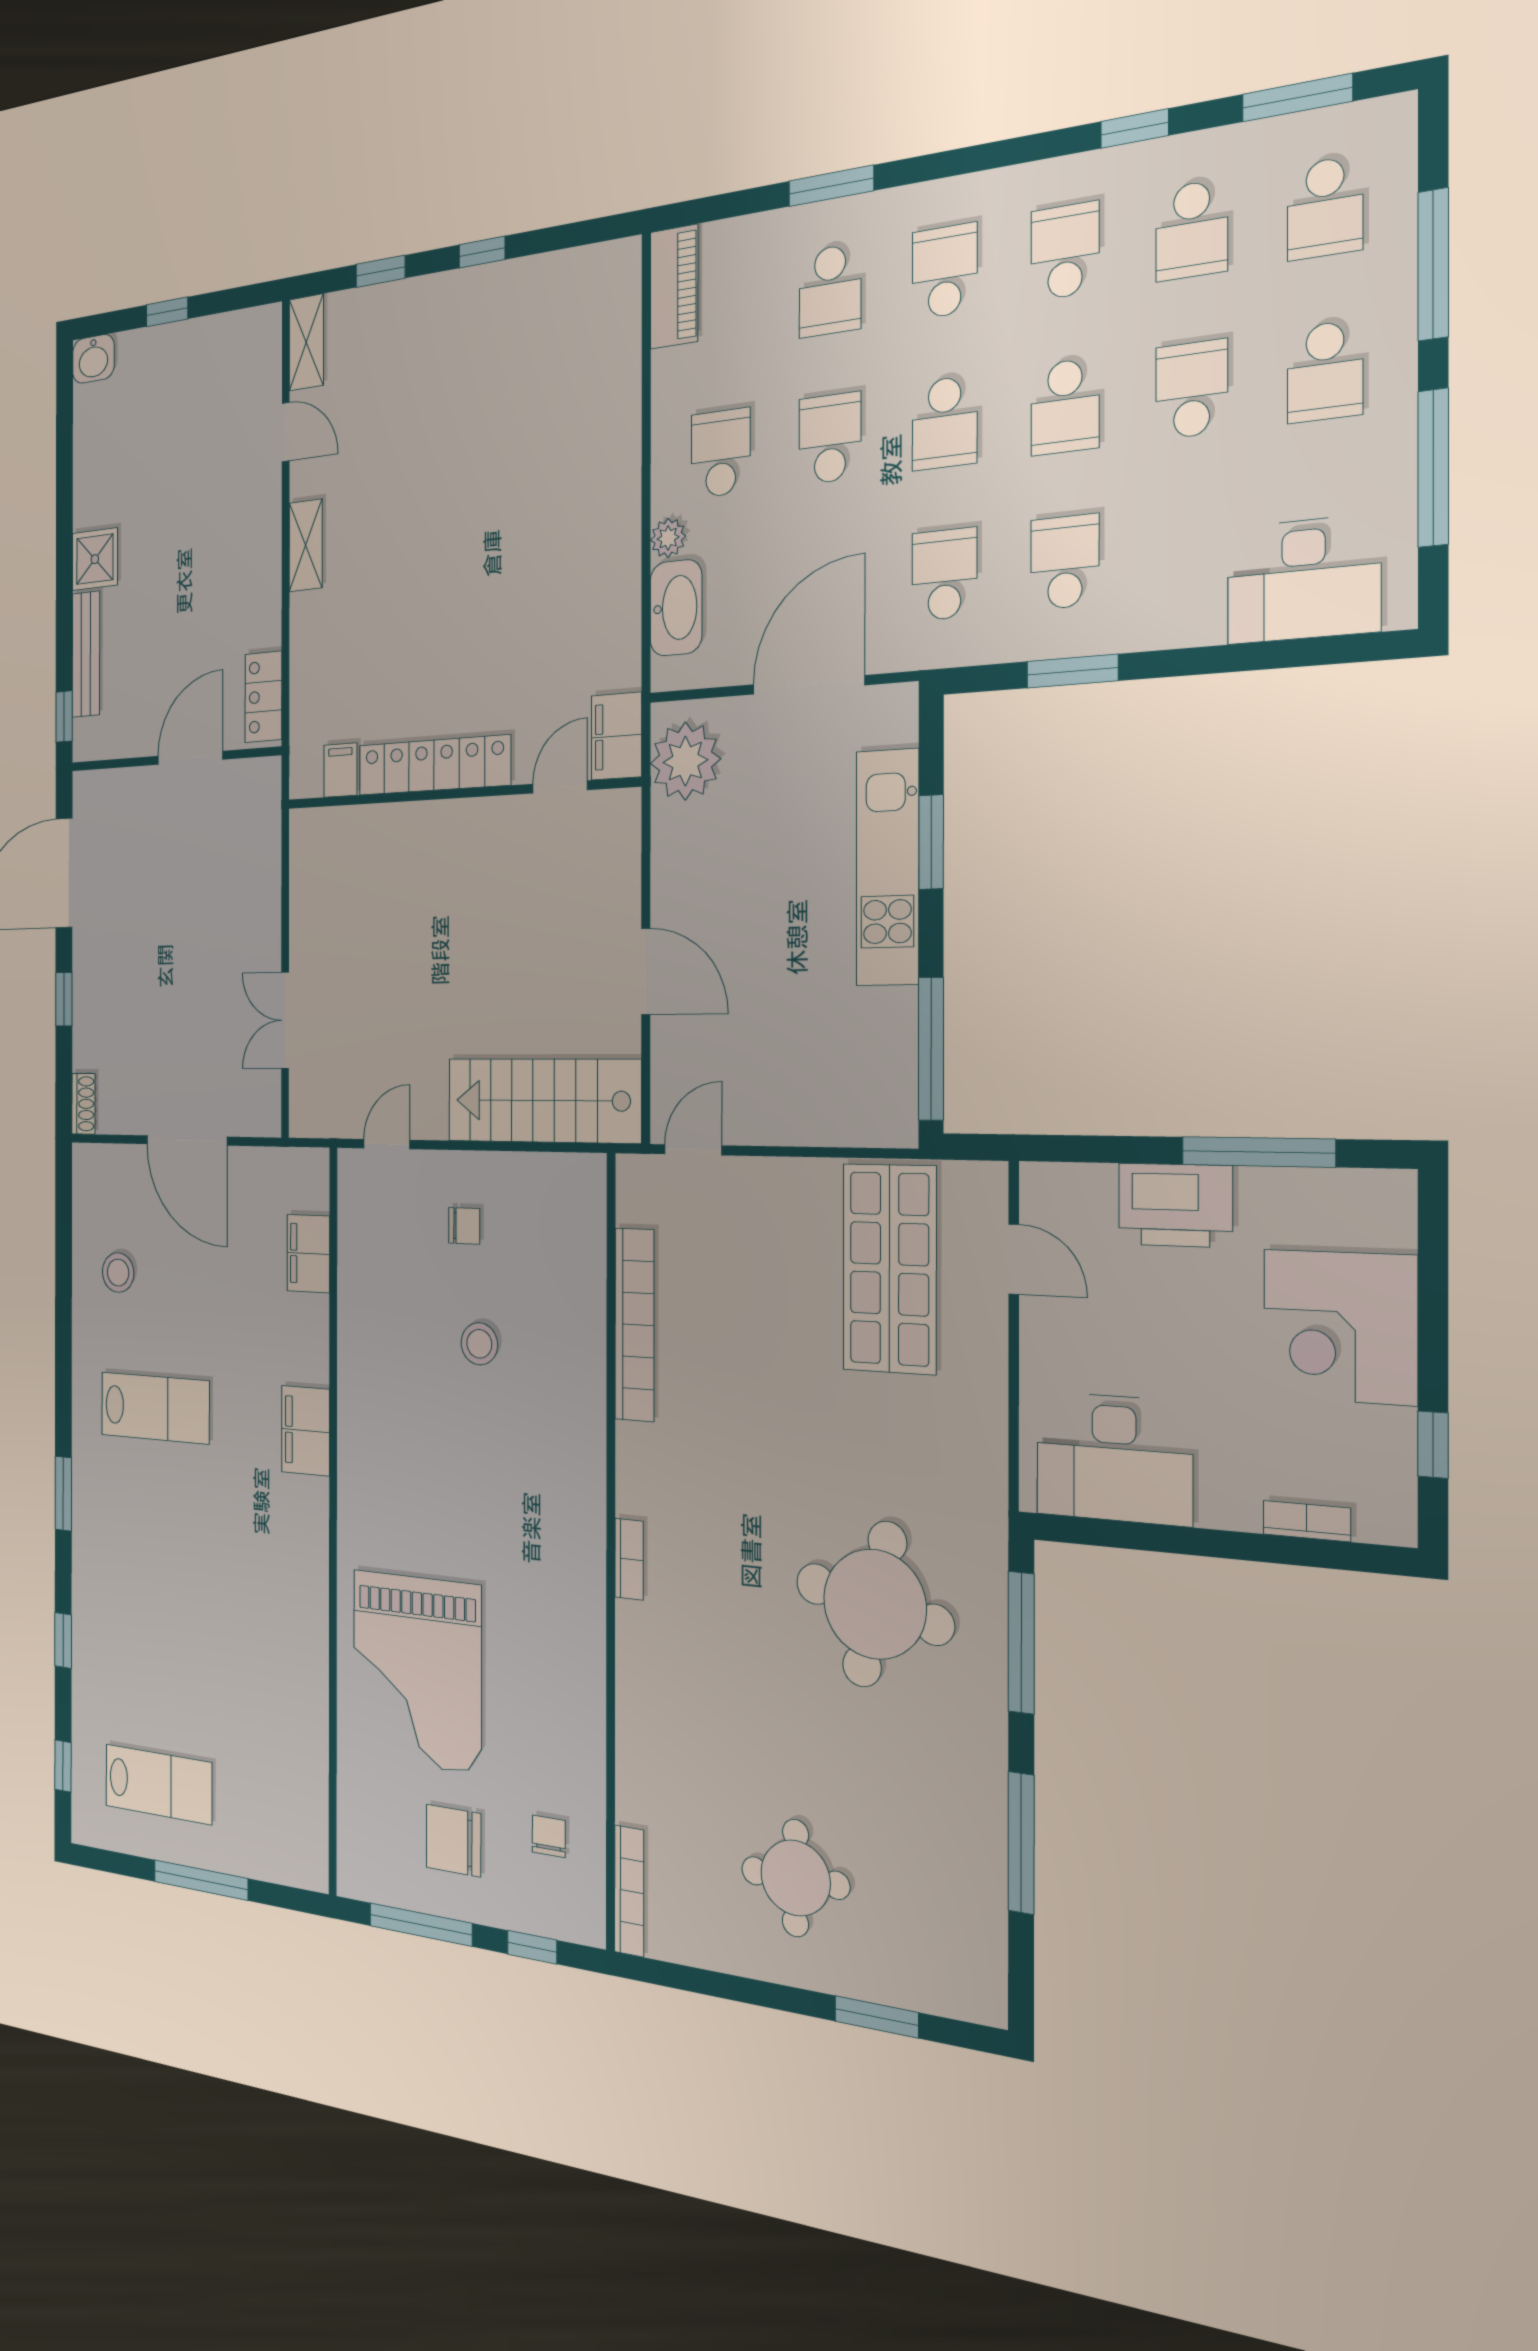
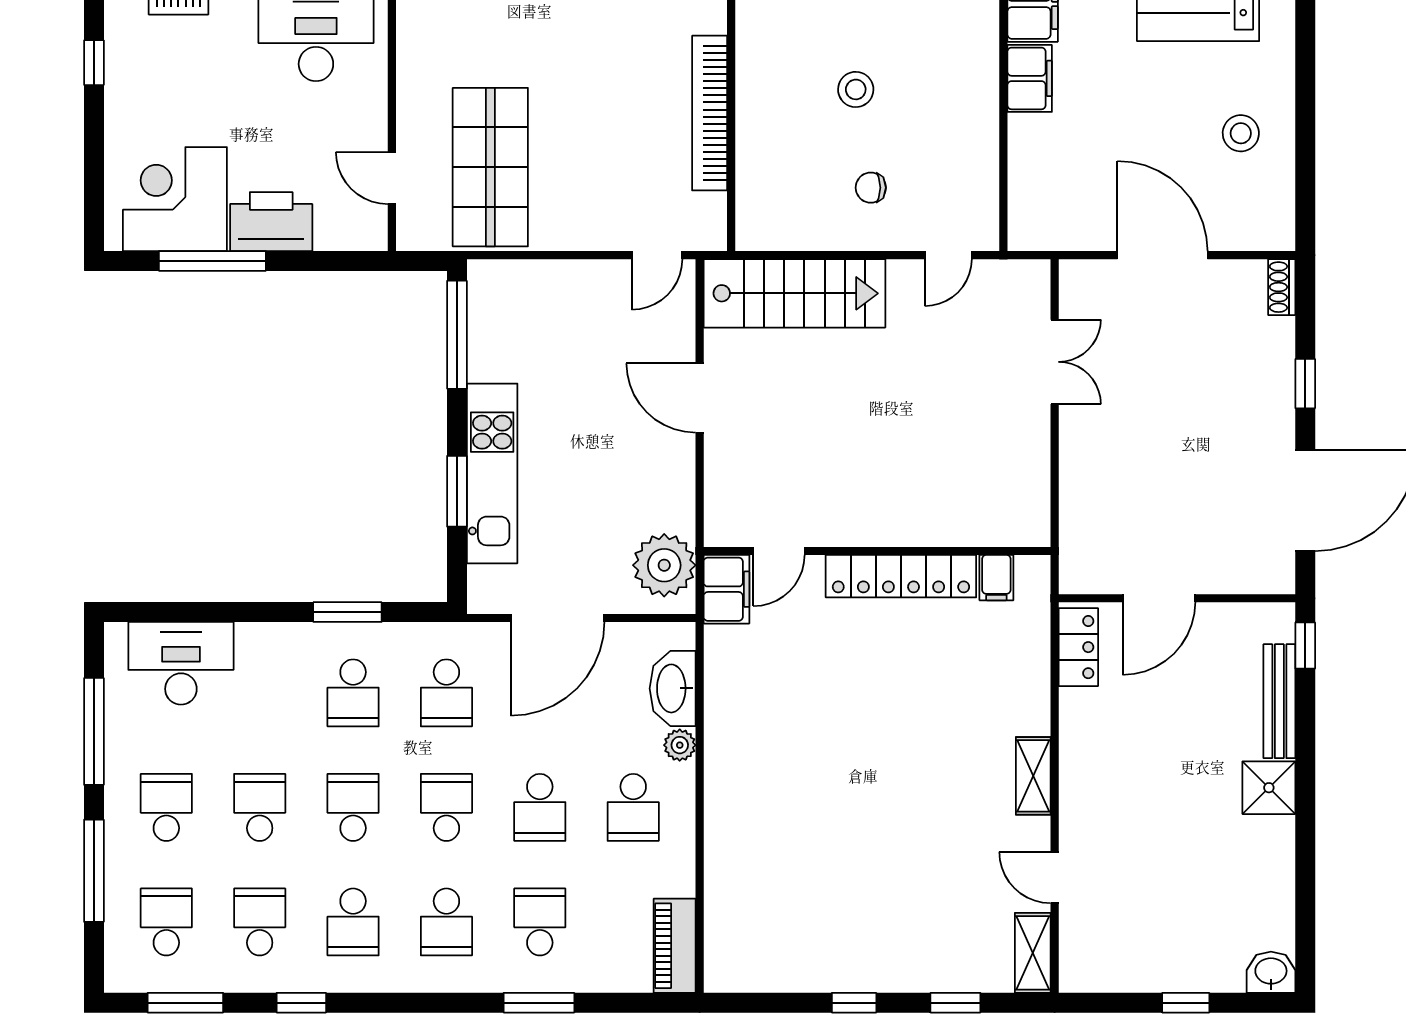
school desk: (1192, 390) -> (260, 807), turned 180
filing cabinet: (308, 1254) -> (1030, 78), moved
corner desk: (1340, 1327) -> (175, 199), moved, turned -90

